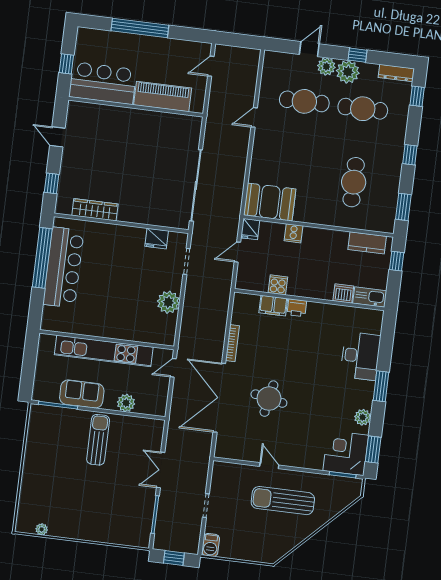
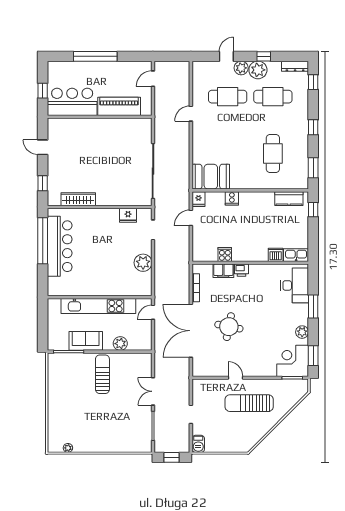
cooker: (278, 285) -> (225, 254), moved
dishwasher: (343, 293) -> (276, 255), moved
kitchen sink: (370, 297) -> (296, 255), moved
wall: (309, 300) -> (250, 263), moved
filing cabinet: (273, 306) -> (223, 271), moved
printer: (297, 308) -> (241, 270), moved

